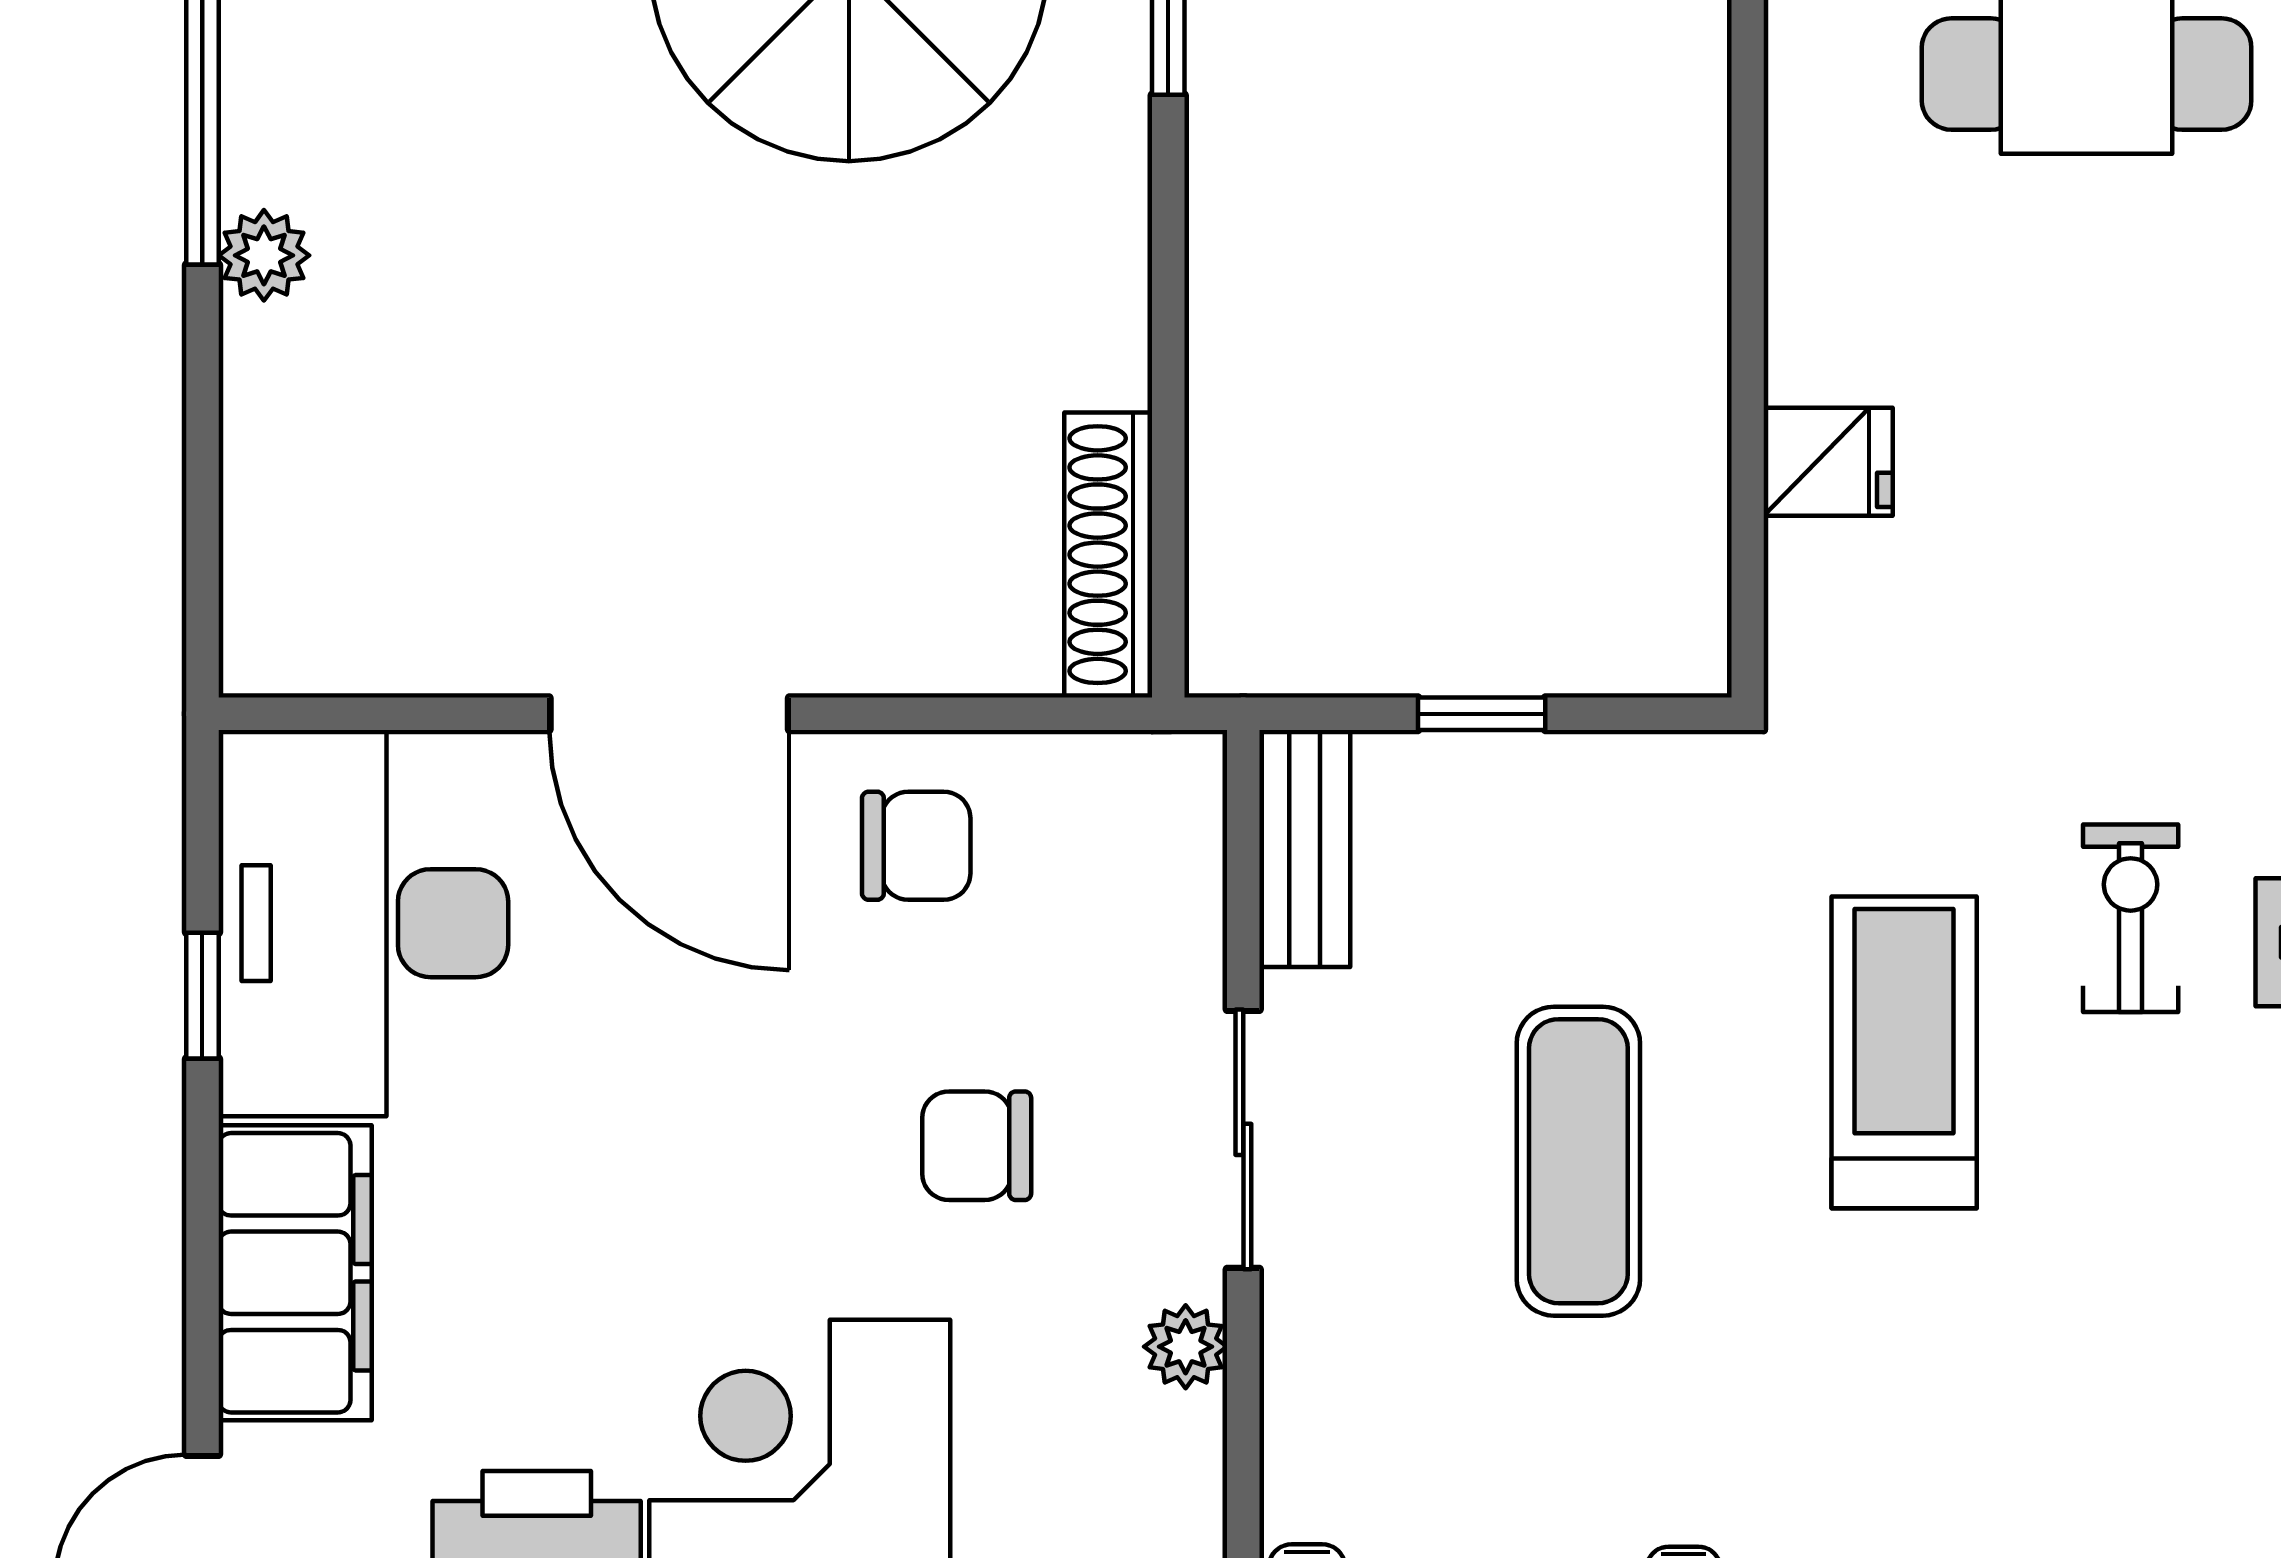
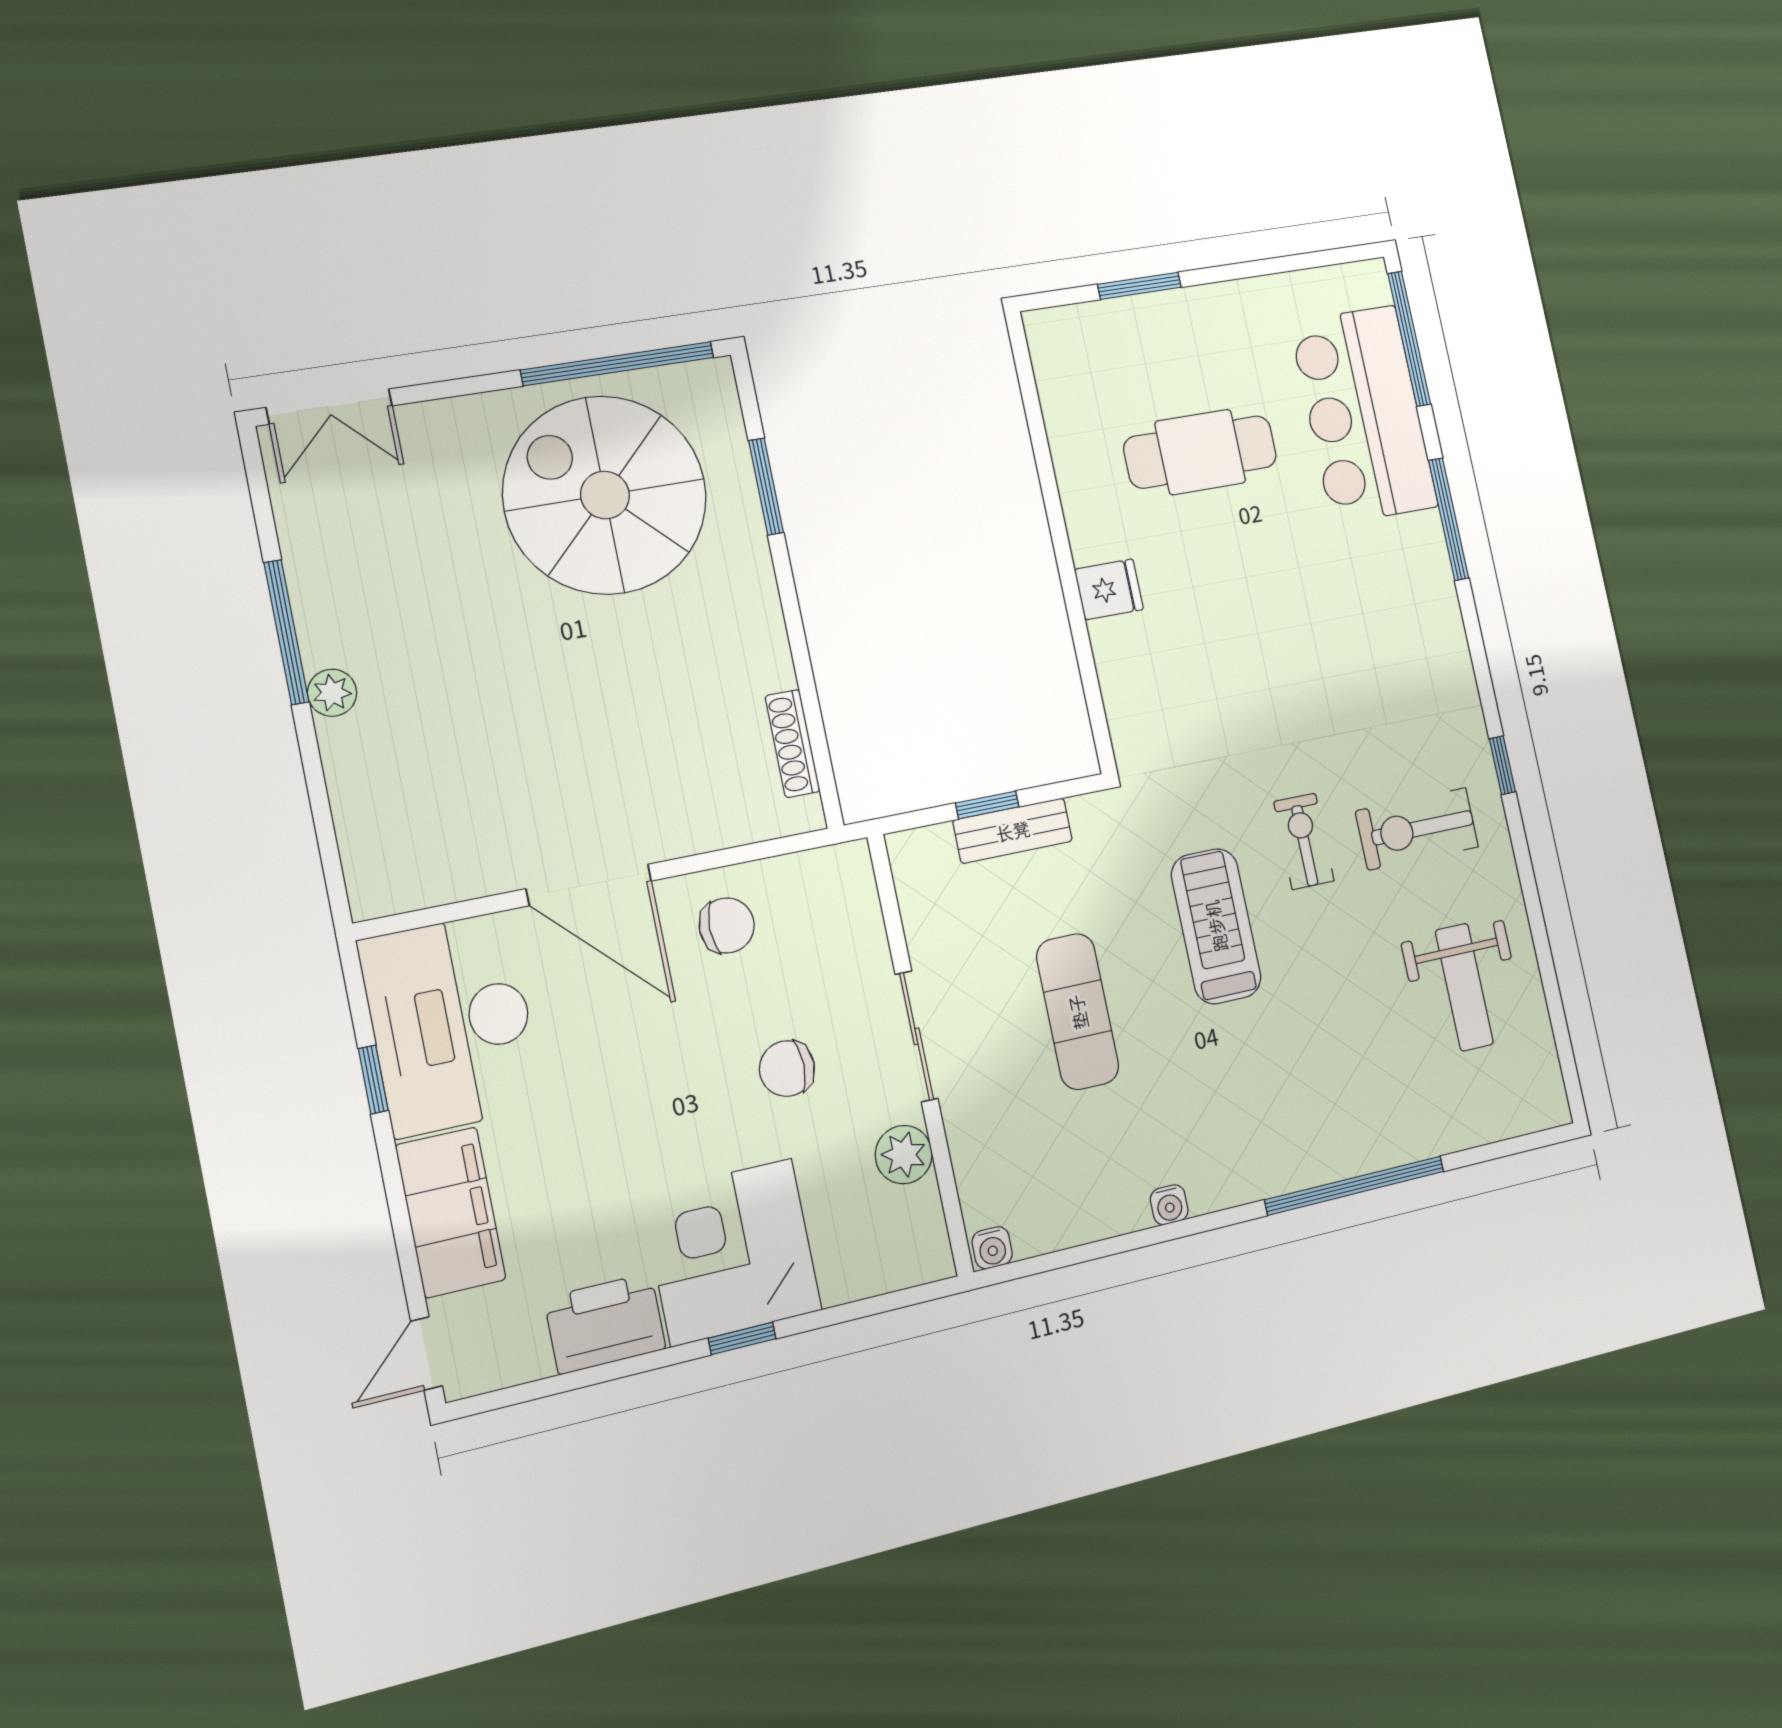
fridge: (1828, 462) -> (1109, 589), moved
shoe rack: (1108, 555) -> (793, 744), width x0.74, depth x0.81
bench: (1305, 849) -> (1013, 831), moved, turned 90
plant: (1186, 1347) -> (904, 1155), width x1.38, depth x1.38

